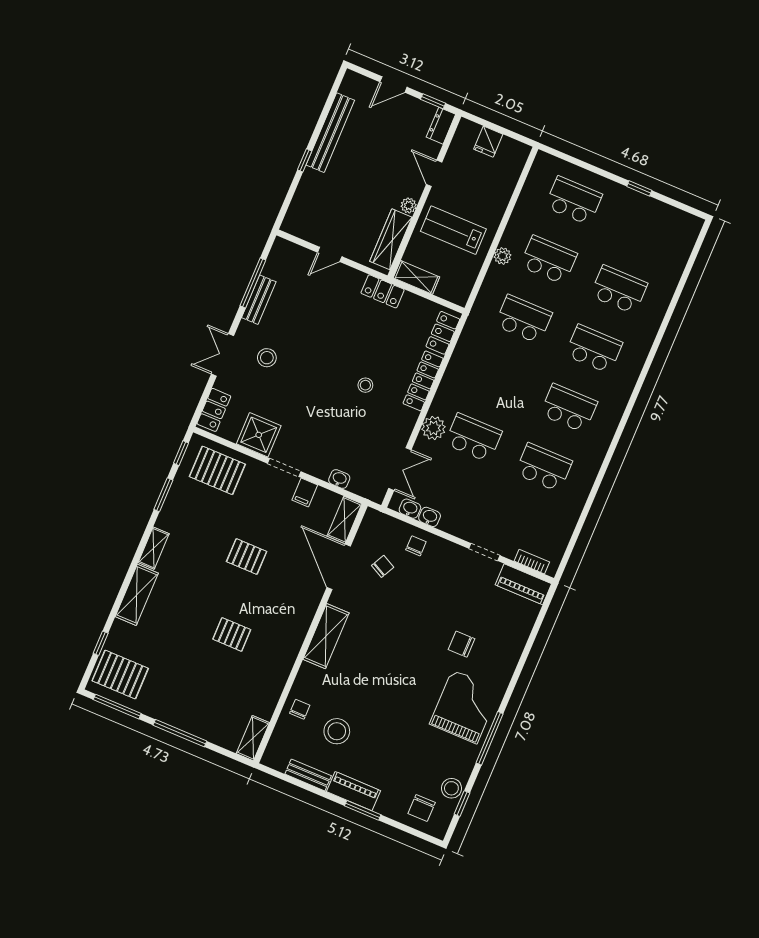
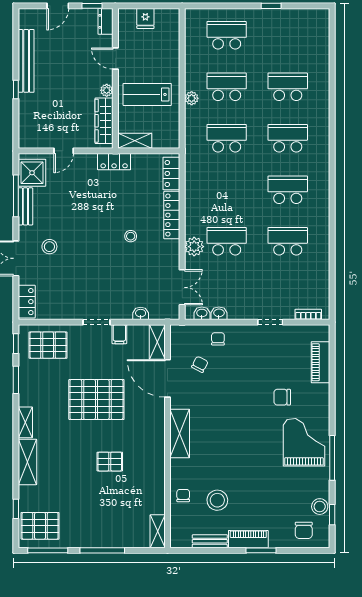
shower: (259, 435) -> (32, 173), moved
pallet: (247, 557) -> (96, 399), width x2.05, depth x2.00
piano: (523, 584) -> (320, 362), moved, turned 90

